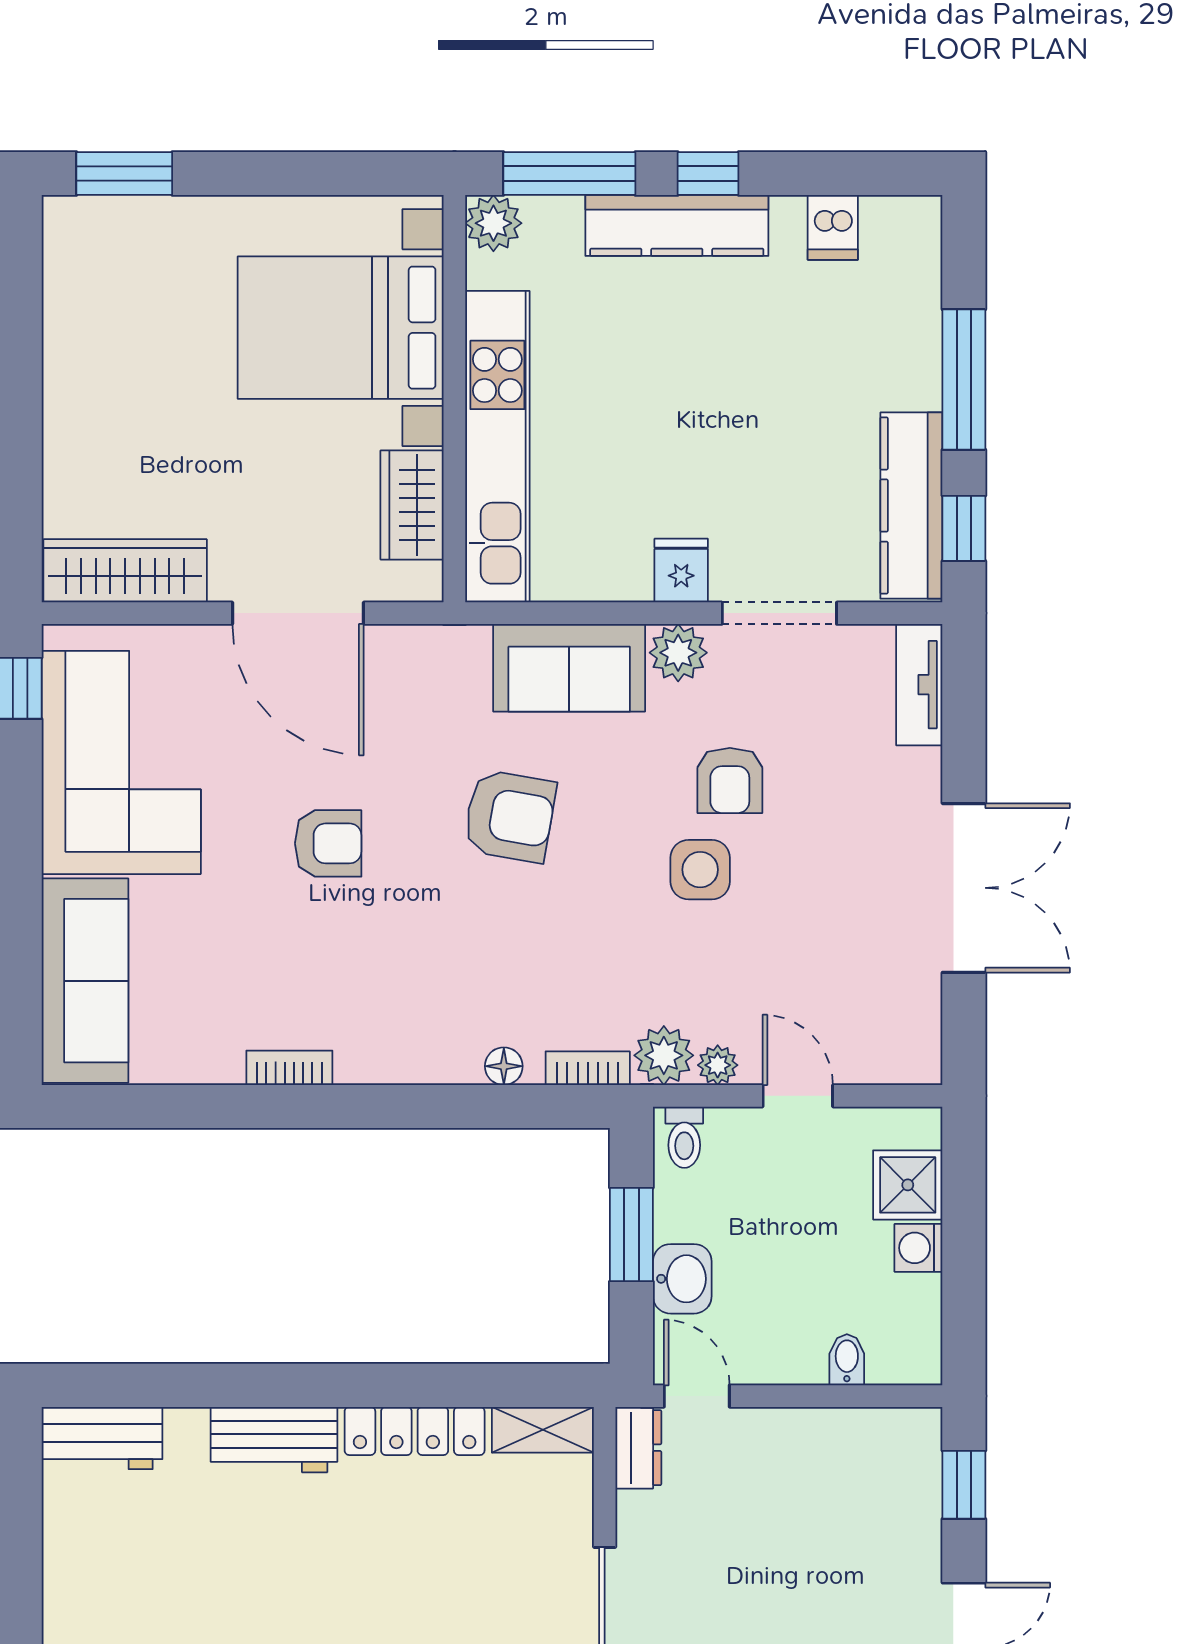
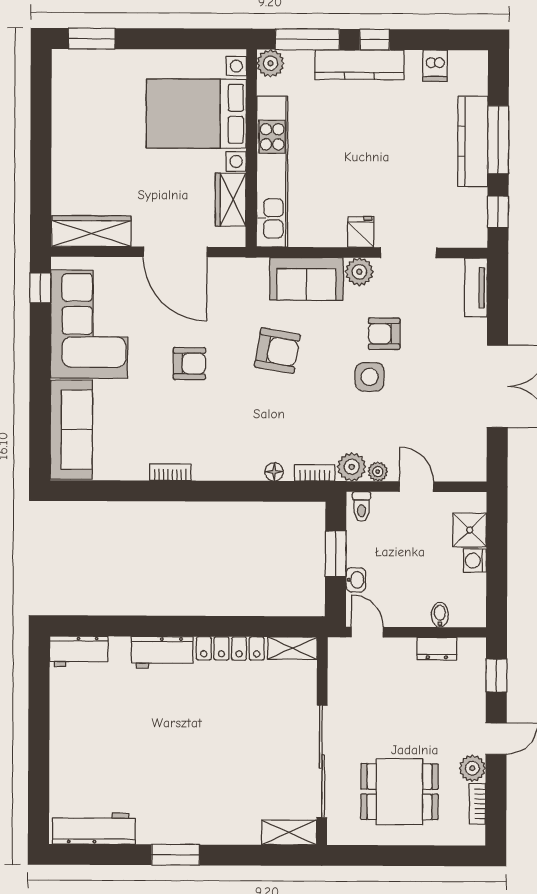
kitchen counter: (911, 506) -> (473, 141), moved
armchair: (730, 780) -> (384, 334), turned 90
washbasin: (682, 1279) -> (356, 580), width x0.72, depth x0.69
dresser: (638, 1448) -> (437, 649), moved, turned 90

